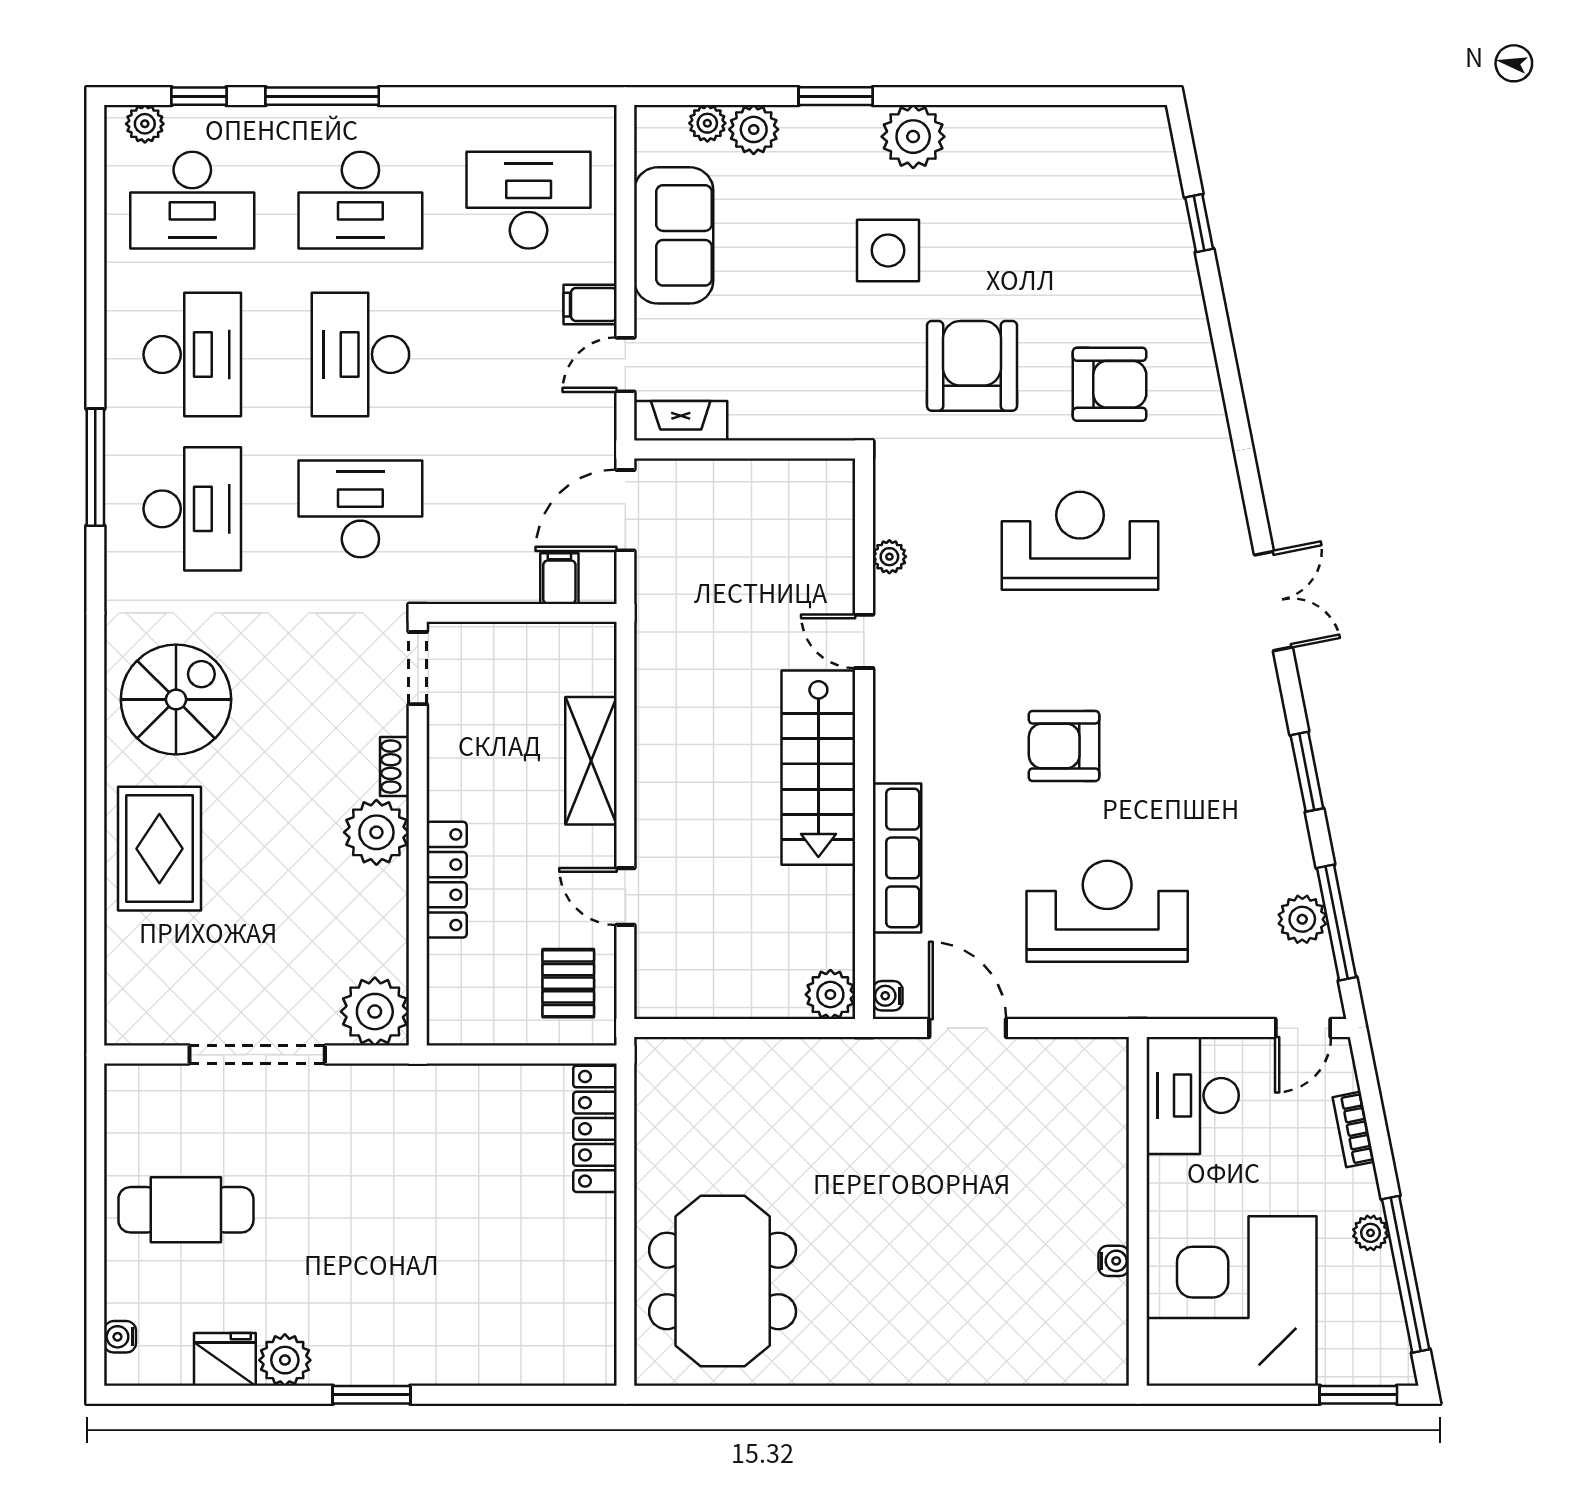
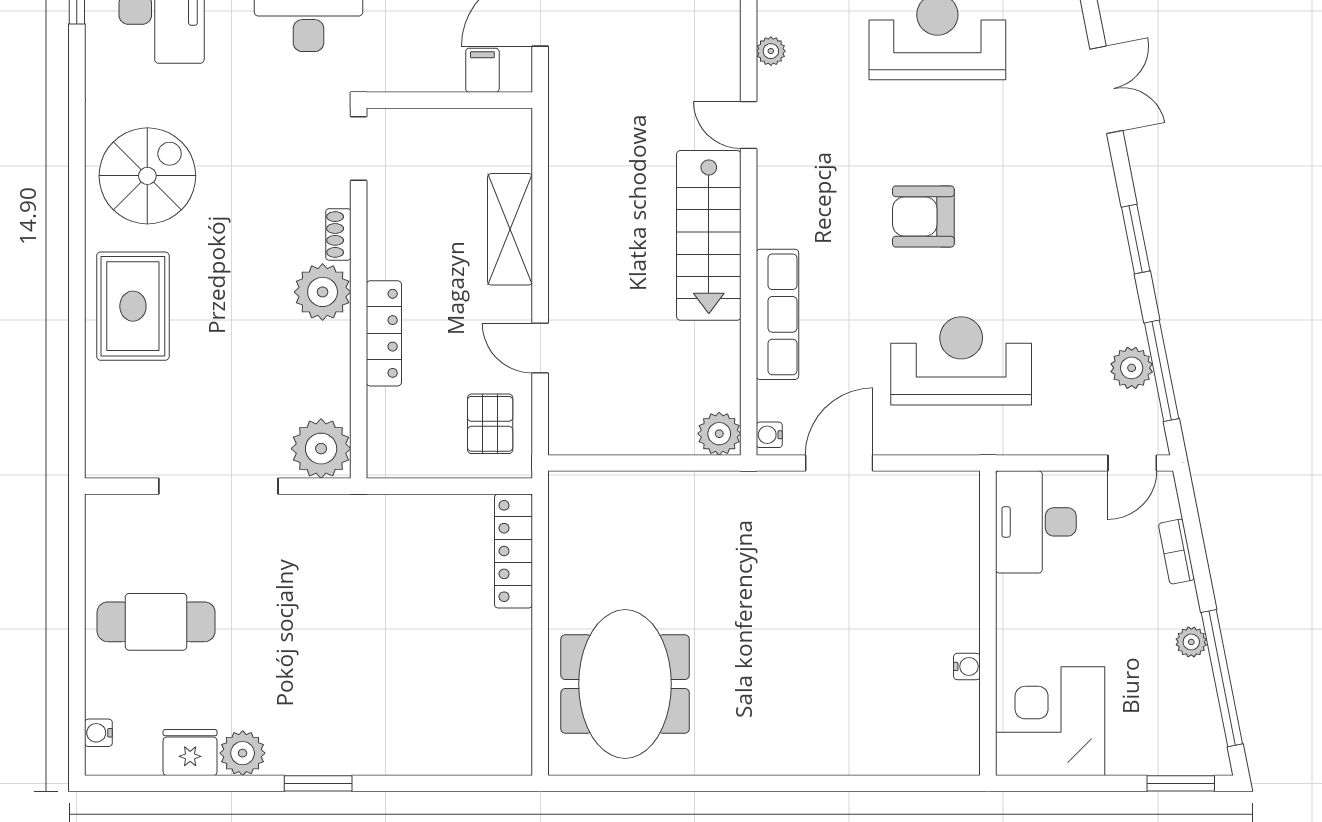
door: (968, 1028) -> (839, 463), hinge flipped
corner desk: (1232, 1301) -> (1050, 721), width x0.74, depth x0.74

